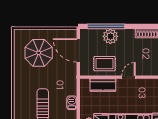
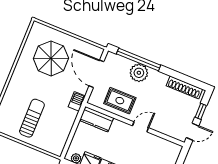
kitchen counter: (103, 85) -> (97, 119), moved
barbecue: (72, 103) -> (77, 101), moved

